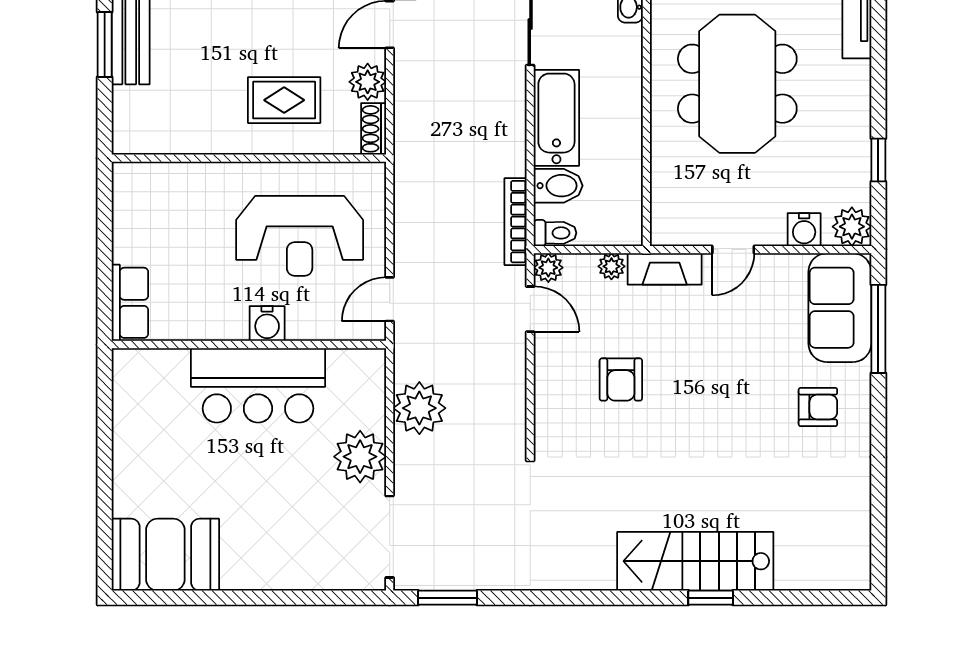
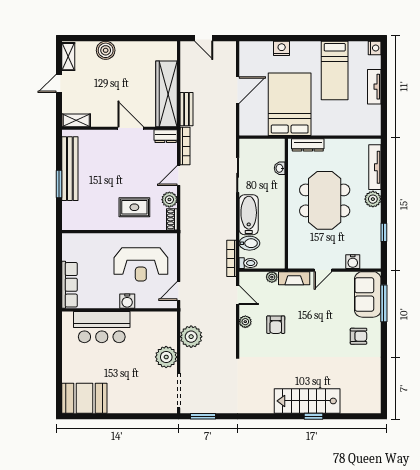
plant: (852, 227) -> (373, 199), moved
plant: (548, 268) -> (245, 322), moved
row of seats: (130, 303) -> (70, 285), width x1.48
bar counter: (258, 385) -> (102, 327), moved

